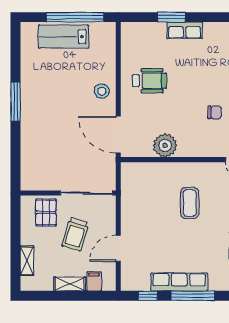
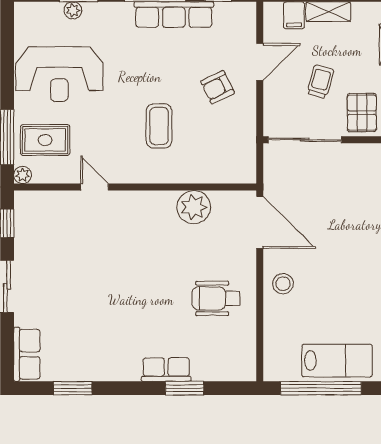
chair: (215, 112) -> (124, 254), removed
armchair: (148, 230) -> (218, 87), added
trolley: (75, 234) -> (320, 82), width x0.73, depth x0.72

